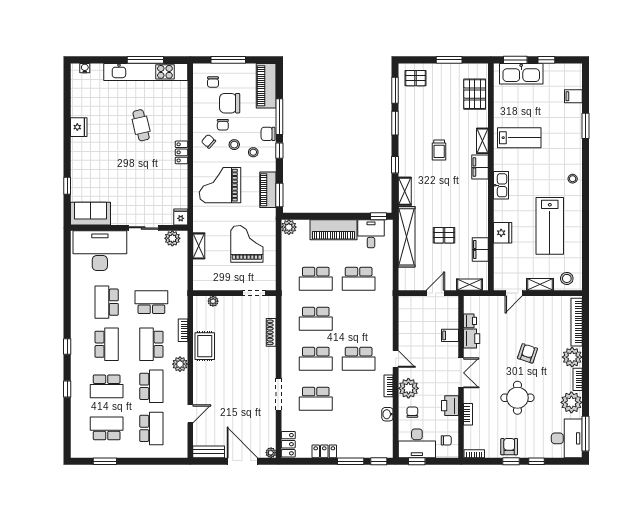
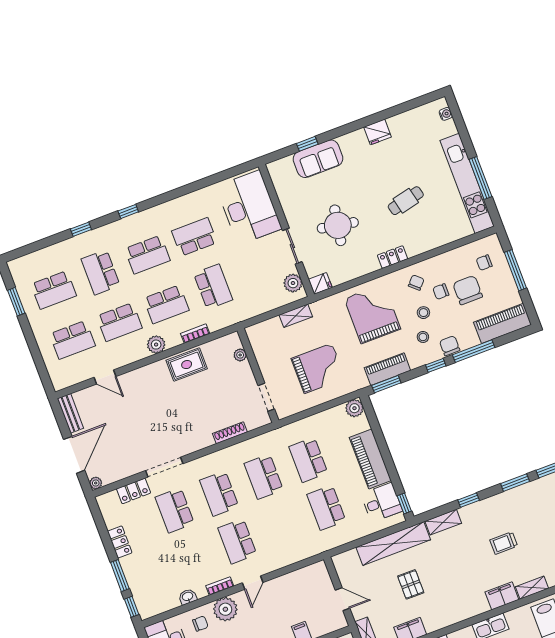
round table: (140, 186) -> (338, 225), added
sofa: (90, 214) -> (318, 159), moved, turned 90
school desk: (151, 344) -> (166, 304), turned 180
school desk: (107, 428) -> (54, 290), turned 90
locker: (288, 444) -> (134, 491), moved

